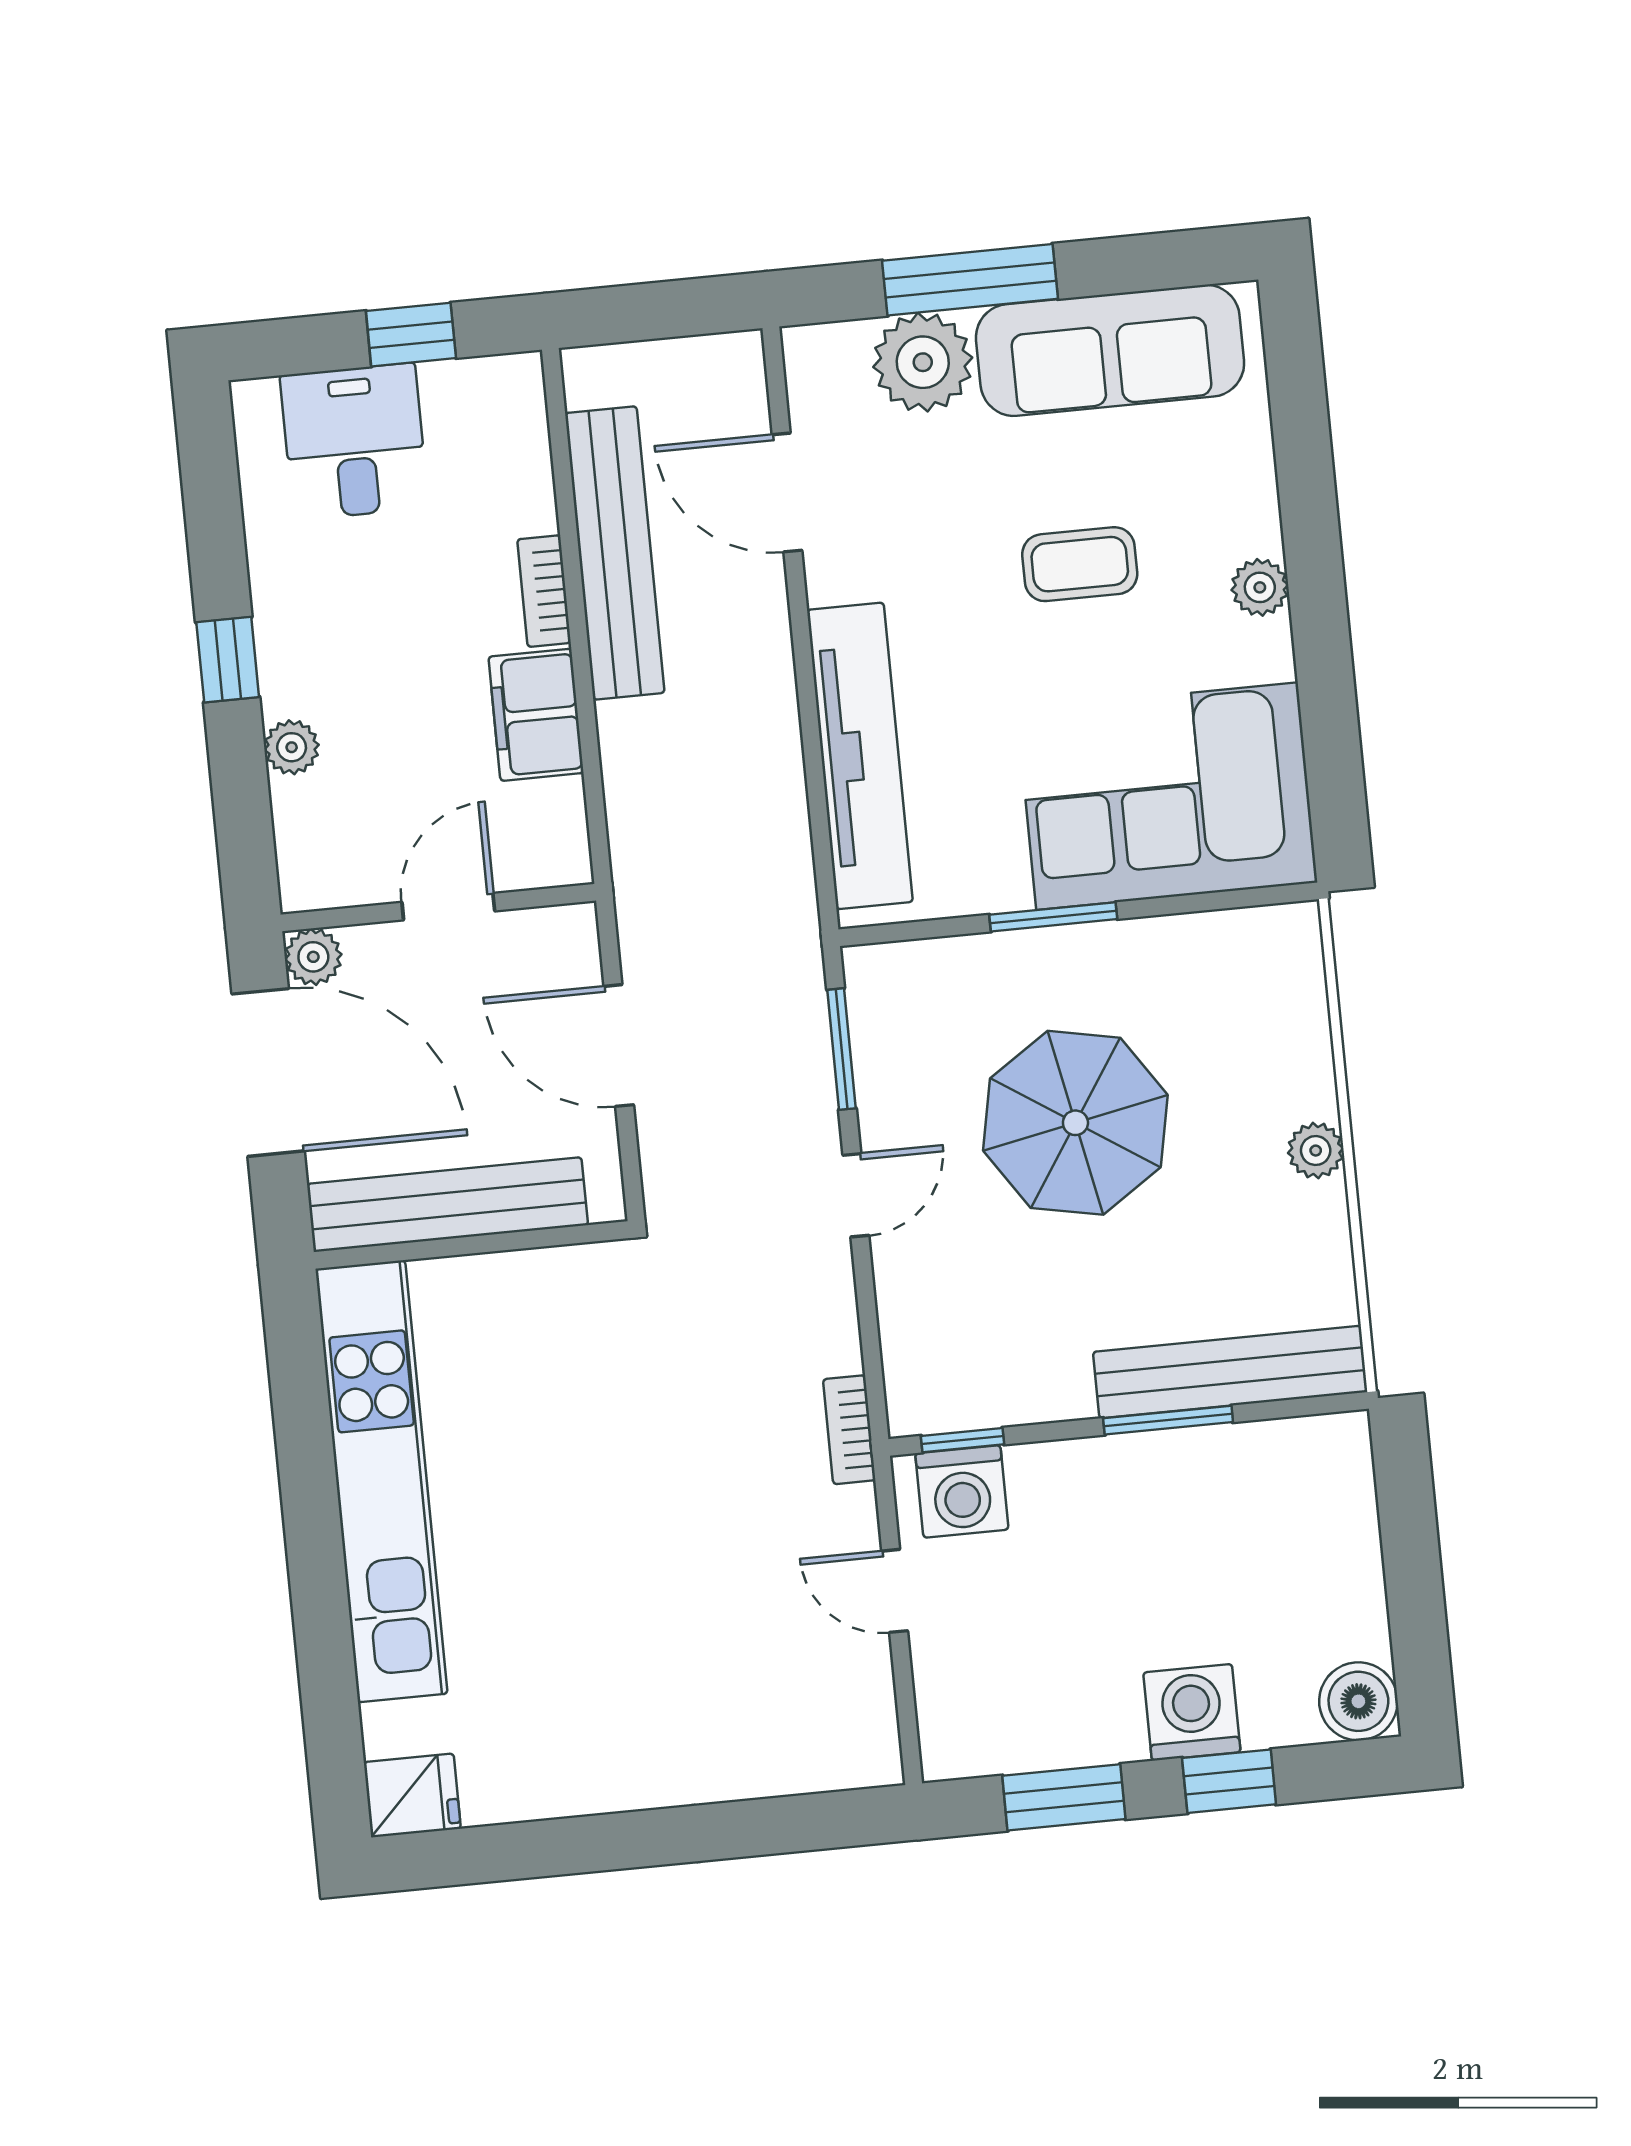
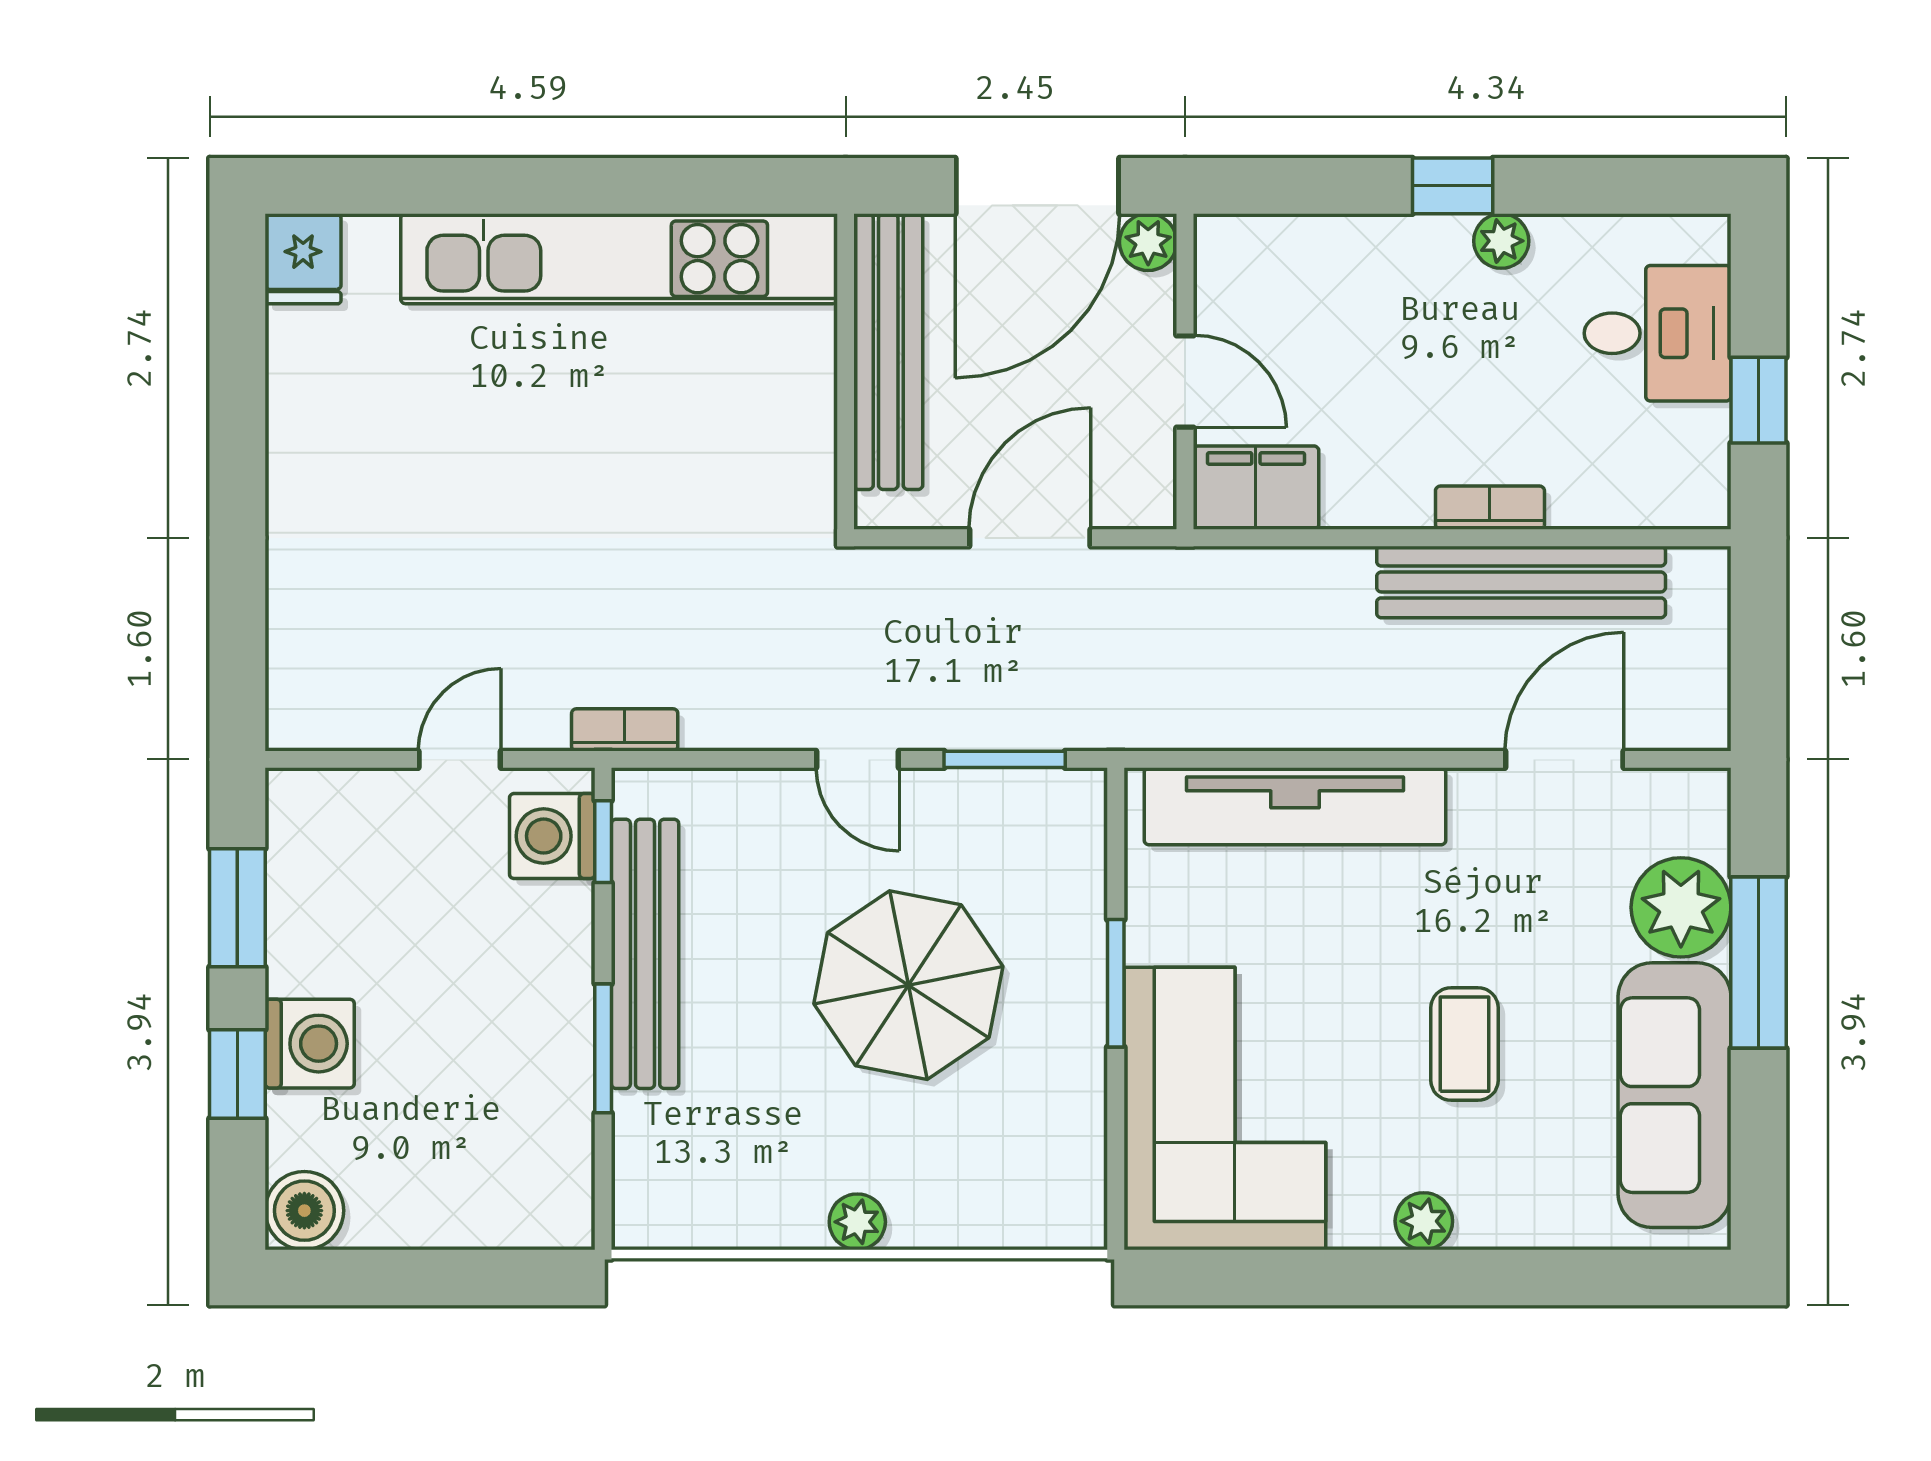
filing cabinet: (536, 715) -> (1256, 488), moved
plant: (292, 747) -> (1501, 241), moved
bench: (1230, 1372) -> (645, 954), moved

